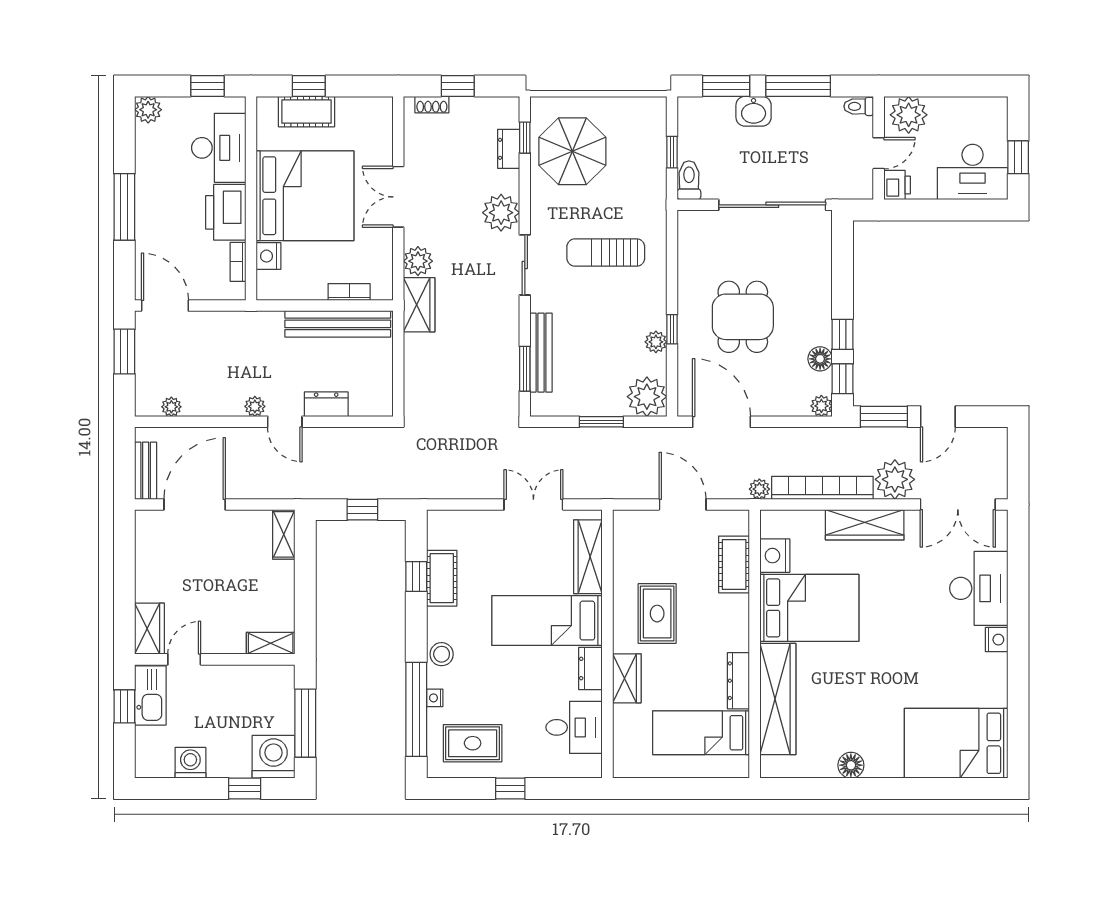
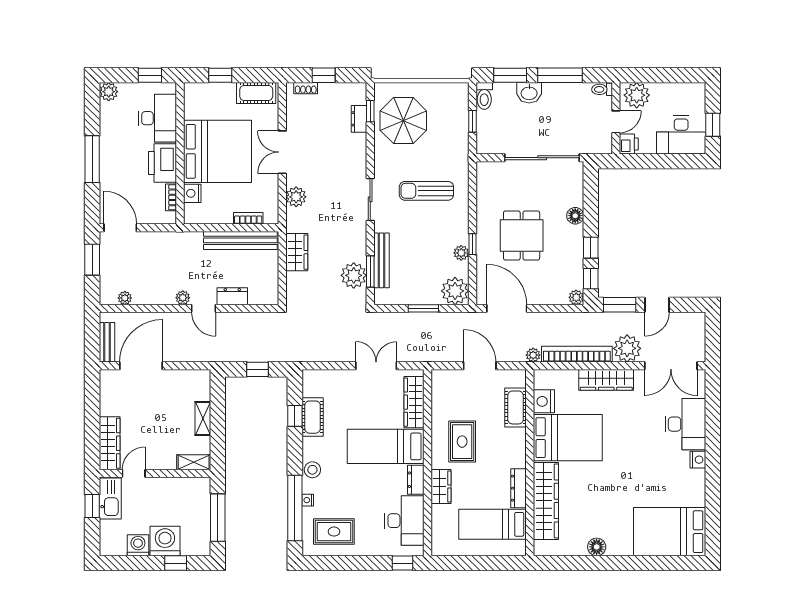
cot: (307, 112) -> (256, 93), moved
toilet: (689, 180) -> (484, 96), moved, turned 180
plant: (501, 213) -> (354, 275), moved
wardrobe: (419, 305) -> (297, 252), moved
floor lamp: (820, 359) -> (575, 216), moved
shelving: (284, 534) -> (203, 418), moved
wardrobe: (150, 629) -> (110, 443), width x1.50
desk: (574, 727) -> (404, 521), width x1.37
washing machine: (273, 757) -> (165, 541), moved
window: (510, 789) -> (402, 563), moved

